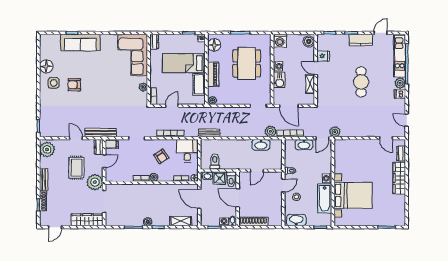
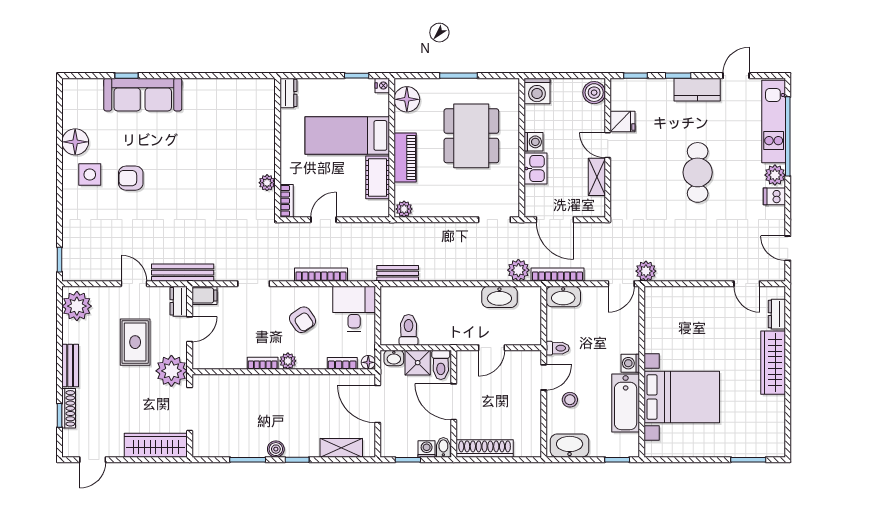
corner sofa: (133, 55) -> (246, 119), removed
washbasin: (304, 145) -> (563, 297), moved

